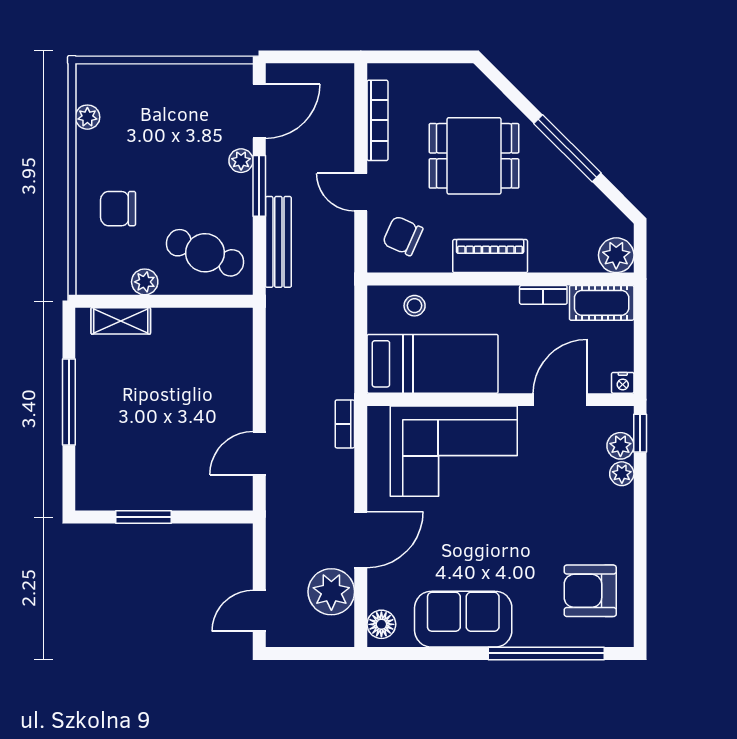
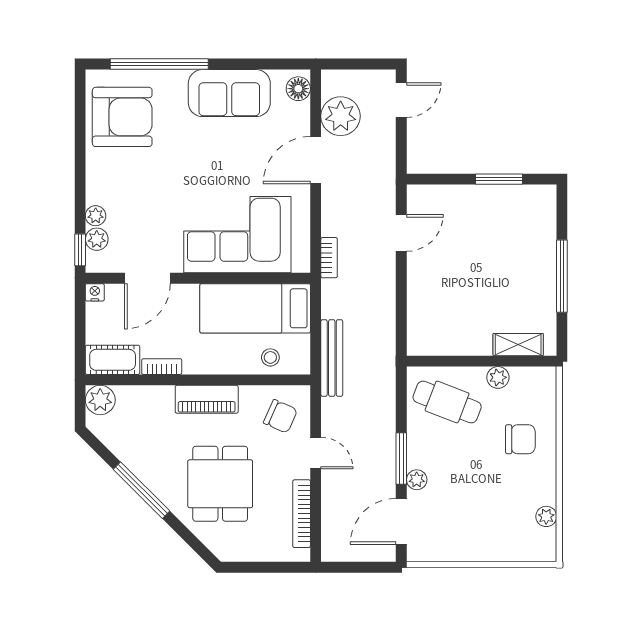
dining table: (474, 156) -> (220, 484), turned 90
bench: (278, 242) -> (332, 358), moved
armchair: (590, 591) -> (122, 117), width x1.36, depth x1.36

